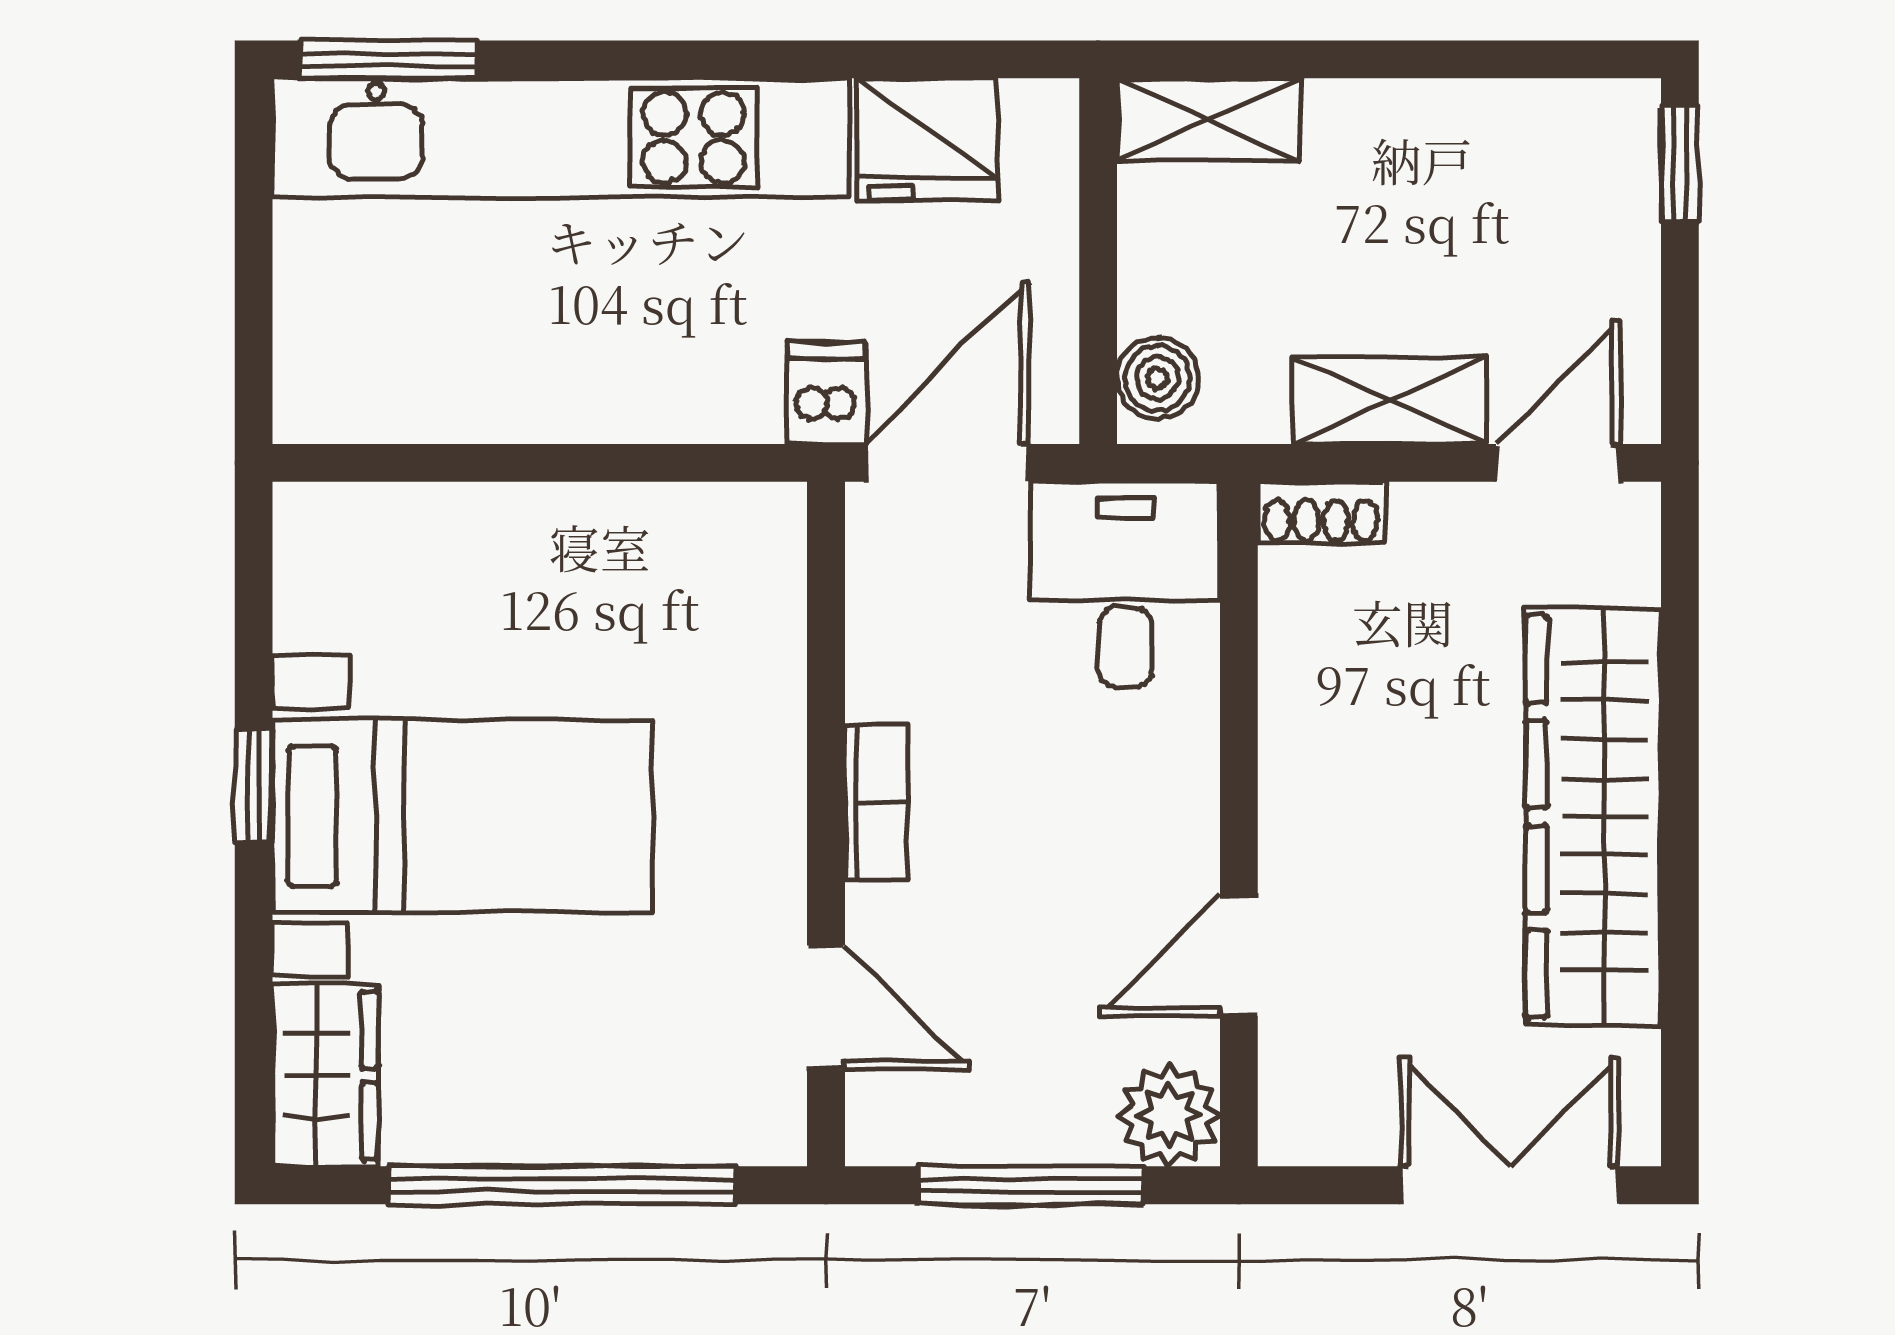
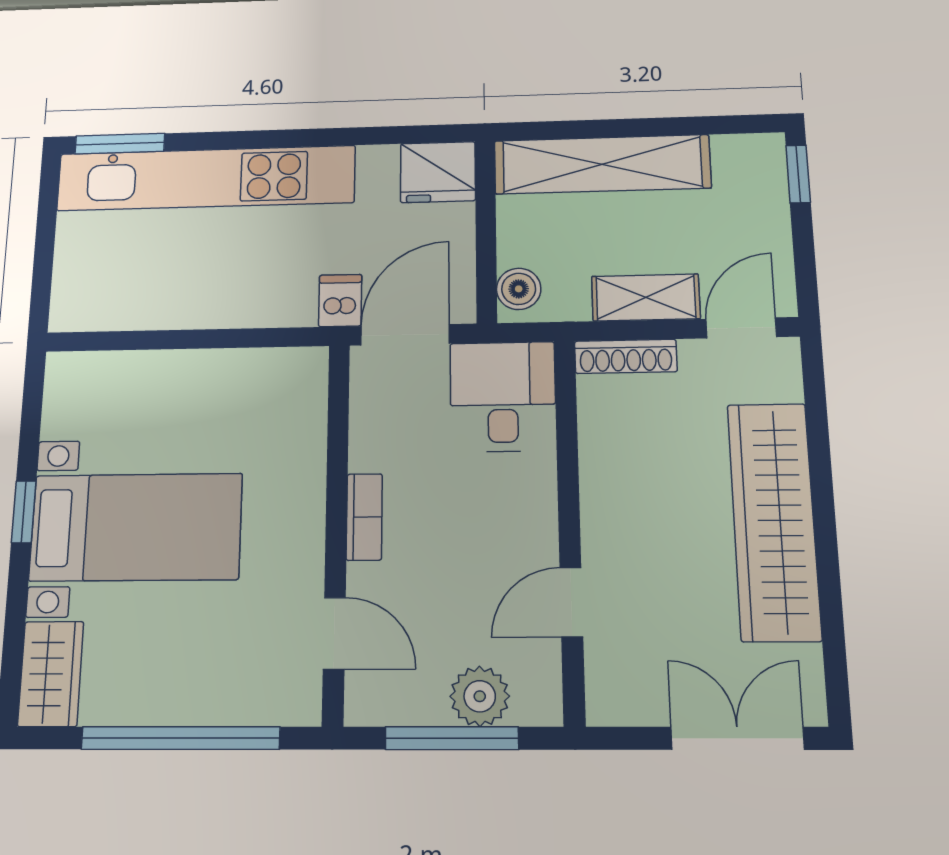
shelving: (1208, 119) -> (602, 164), width x2.20, depth x1.33
fridge: (928, 139) -> (438, 172), moved
shoe rack: (1321, 513) -> (626, 356), width x1.43
plant: (1169, 1116) -> (480, 696), moved

